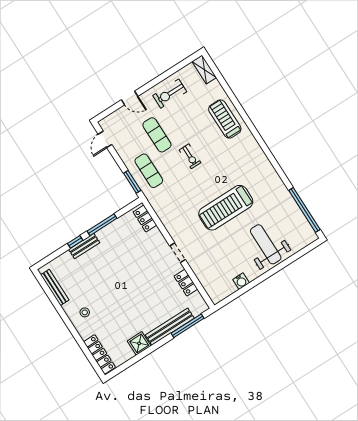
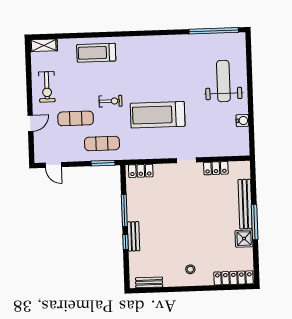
treadmill: (226, 208) -> (158, 115), moved, turned 90
weight bench: (266, 244) -> (223, 81), turned 90
bench: (55, 287) -> (149, 282), width x0.73
window: (188, 326) -> (255, 222), moved

